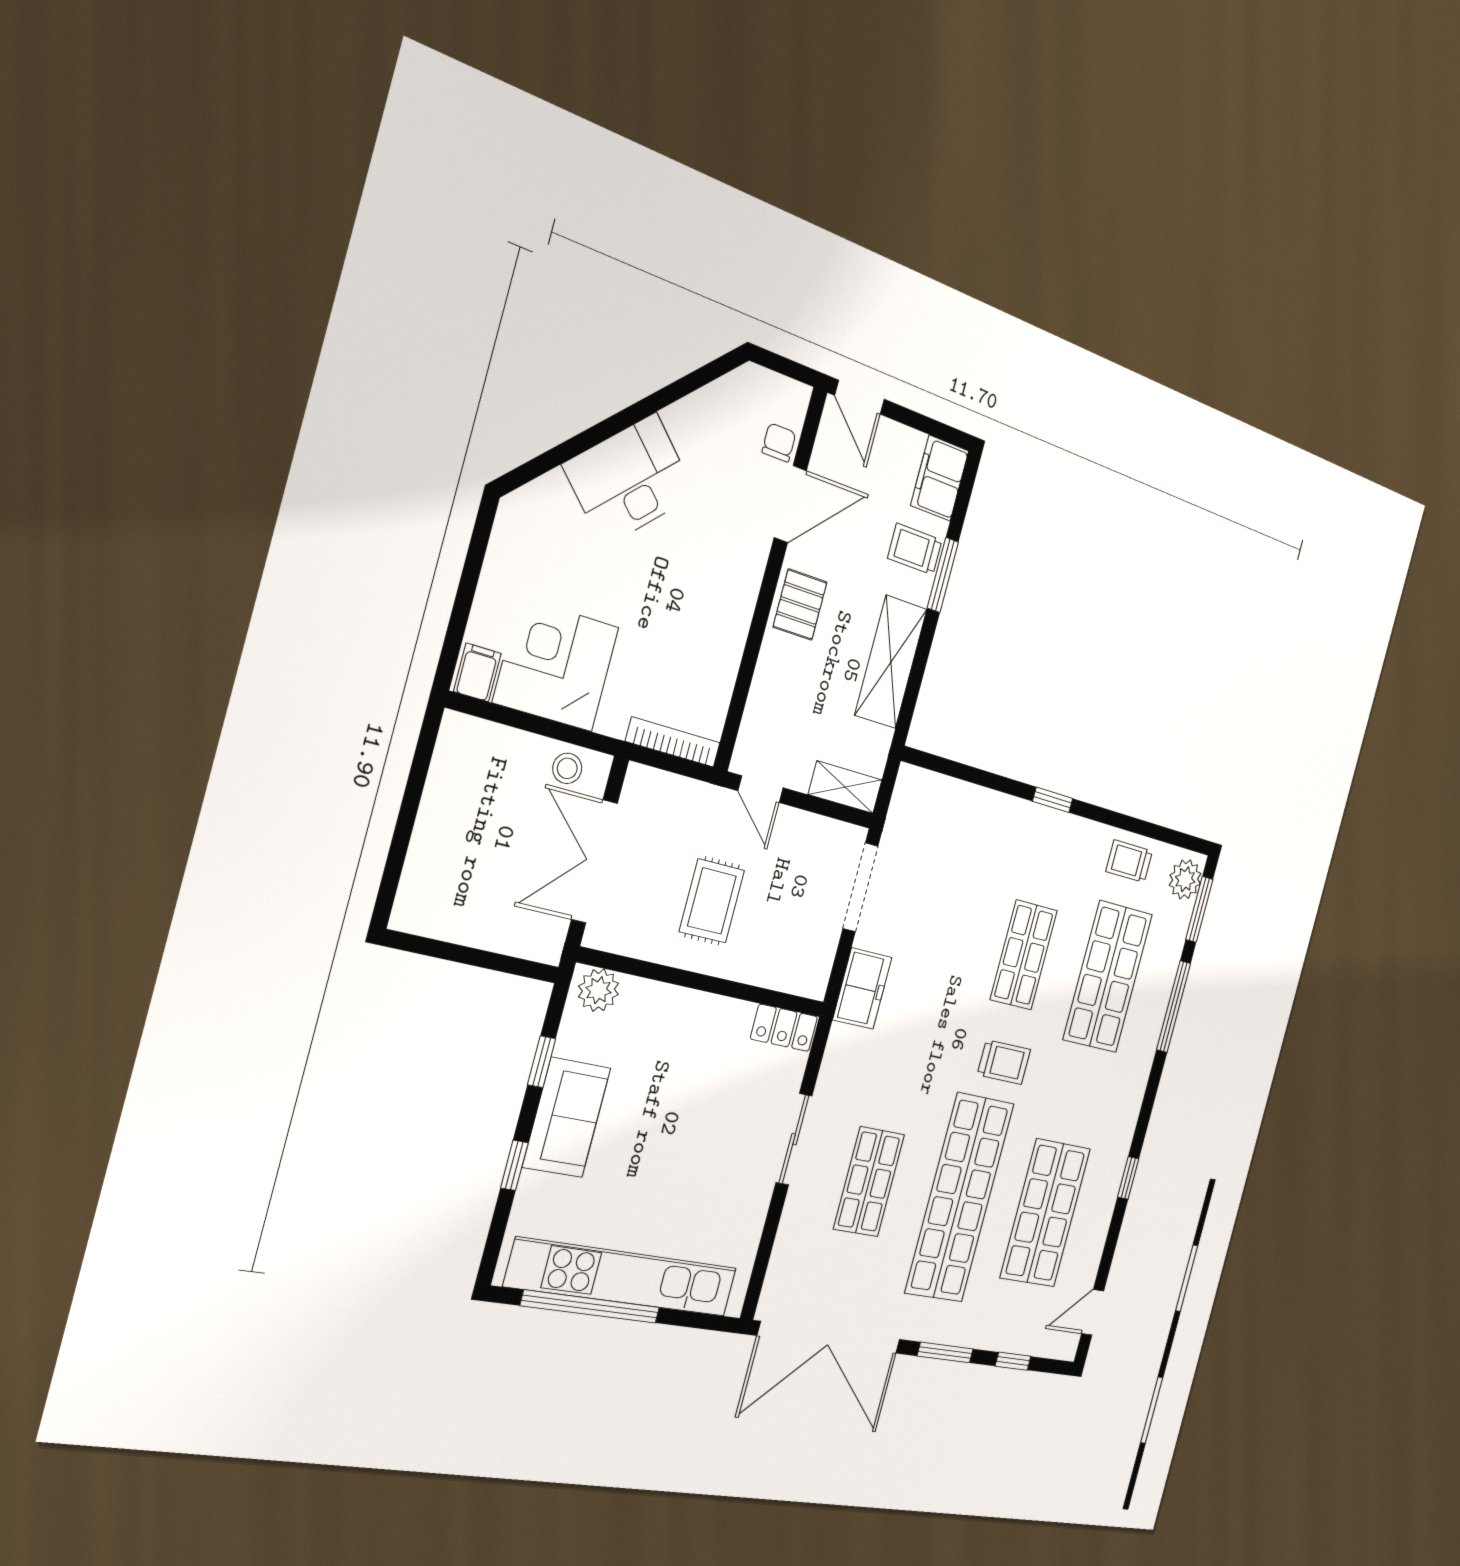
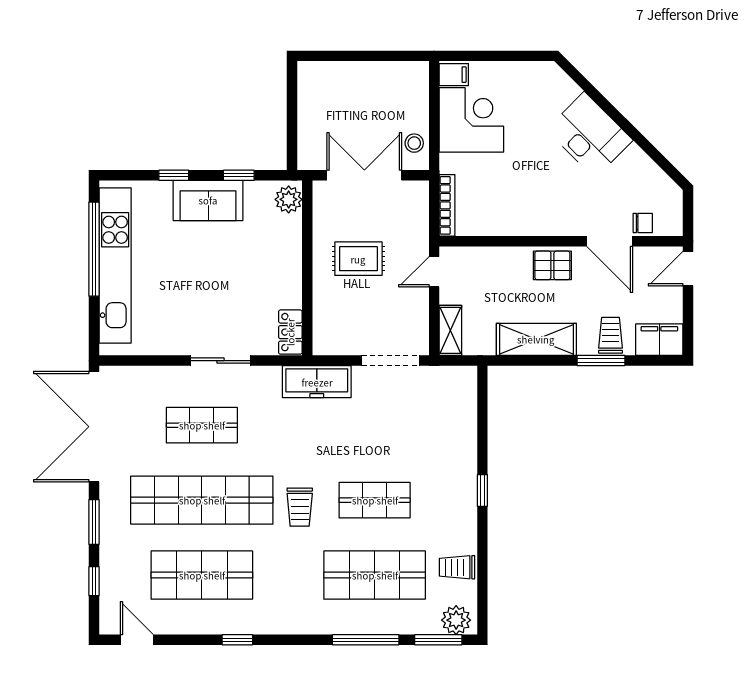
trolley: (1129, 861) -> (457, 567), turned -90
freezer: (862, 989) -> (317, 382), width x1.40

